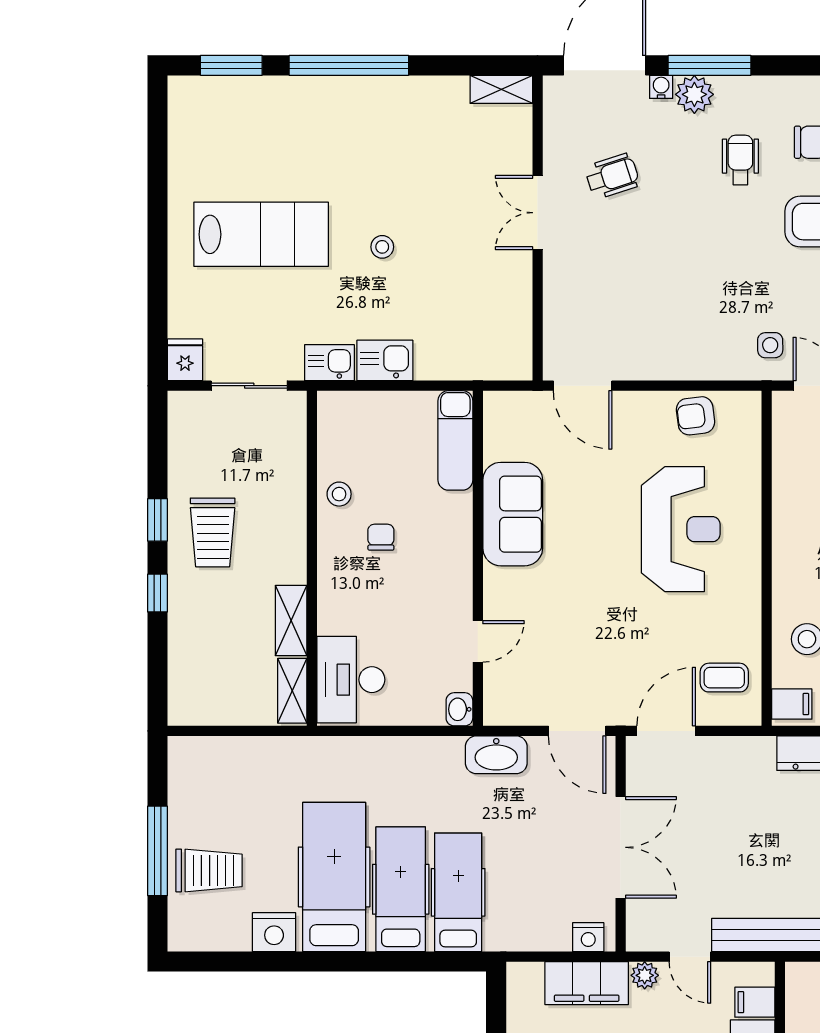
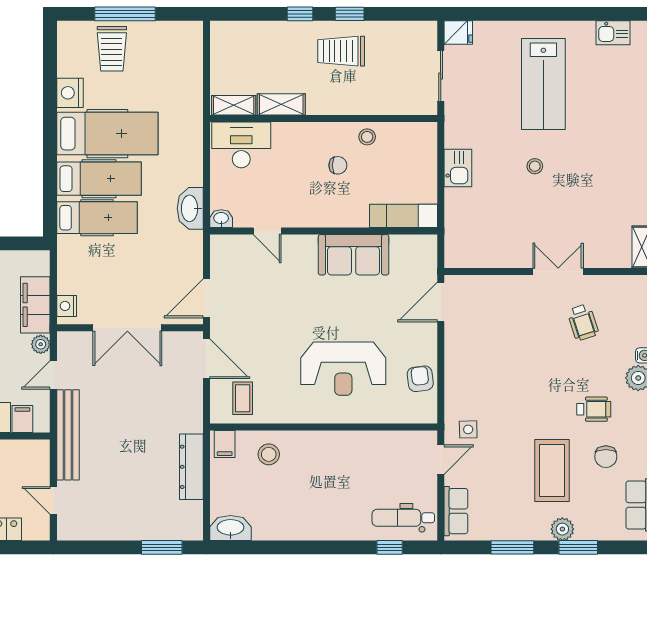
kitchen sink: (329, 363) -> (613, 33), moved, turned 90
washbasin: (496, 755) -> (190, 208), moved

